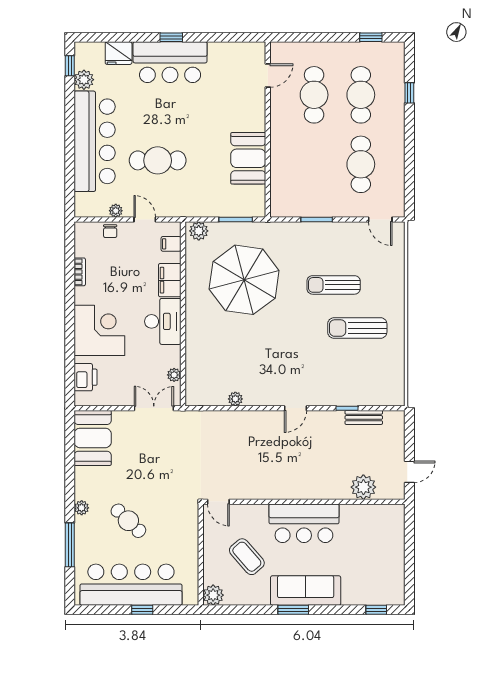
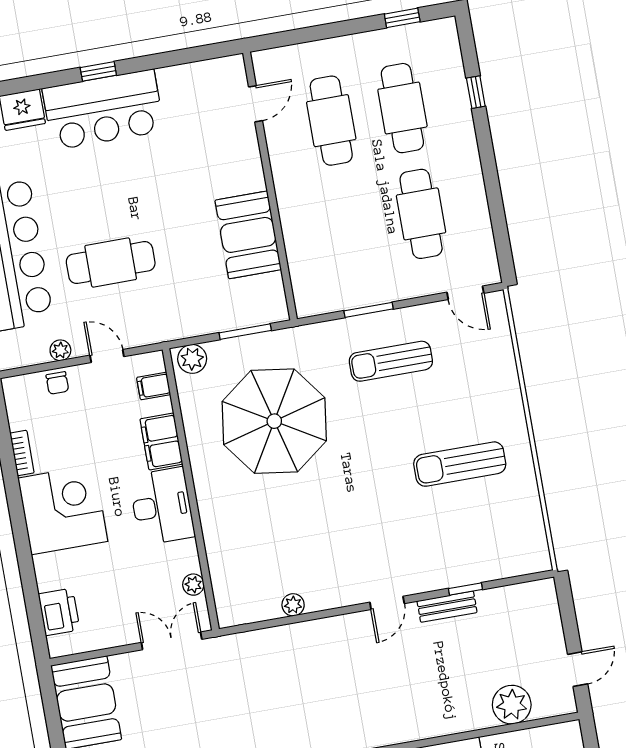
sun lounger: (334, 285) -> (391, 361), moved
corner desk: (99, 330) -> (63, 510), moved
bench: (364, 417) -> (447, 607), moved

